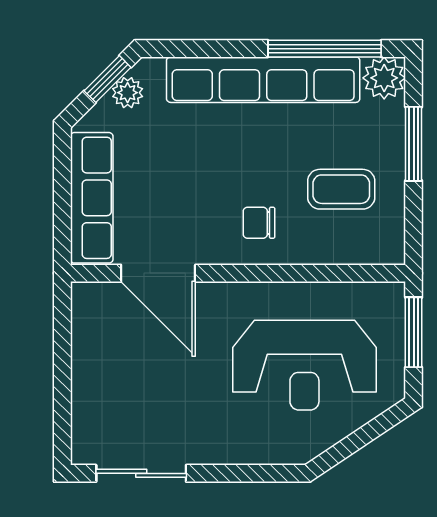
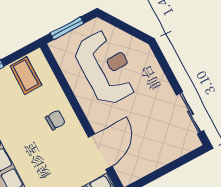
coffee table: (341, 189) -> (26, 75), moved
chair: (259, 223) -> (55, 120), turned -92

